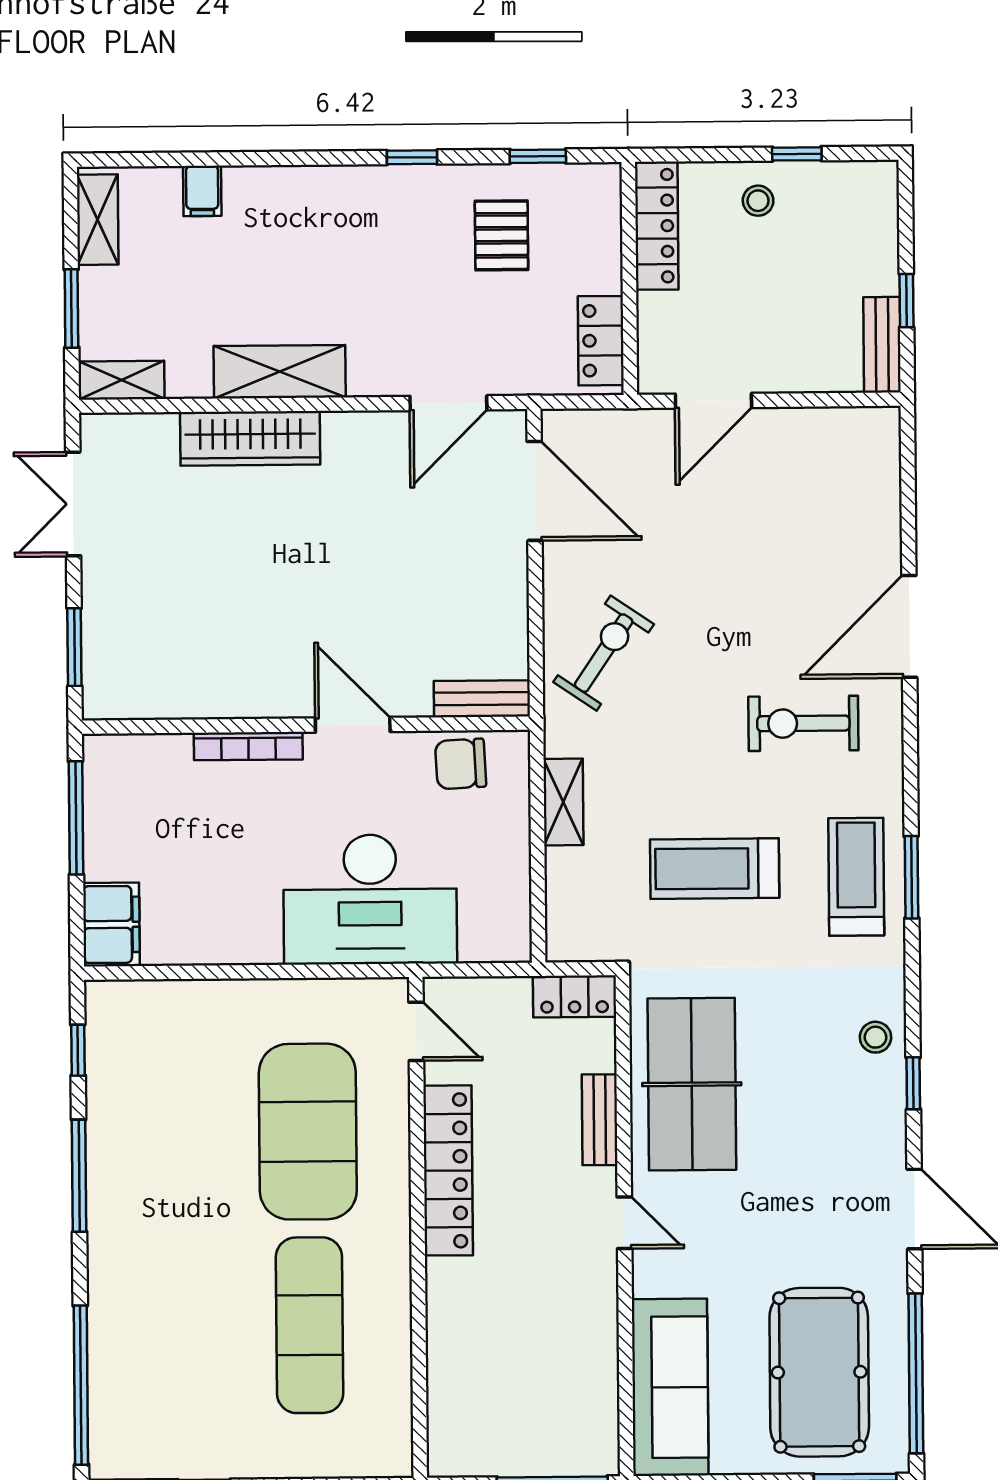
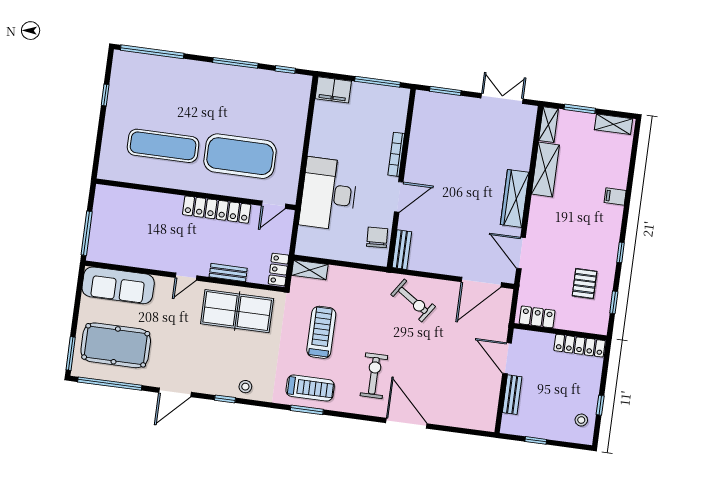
filing cabinet: (202, 191) -> (615, 197), moved
stool: (758, 201) -> (581, 420), moved
pallet: (501, 235) -> (585, 284), turned 90
bench: (882, 345) -> (512, 395), moved, turned 90
shelving: (280, 372) -> (545, 170), moved
wardrobe: (250, 438) -> (515, 198), moved
shelving: (563, 802) -> (310, 270), moved

